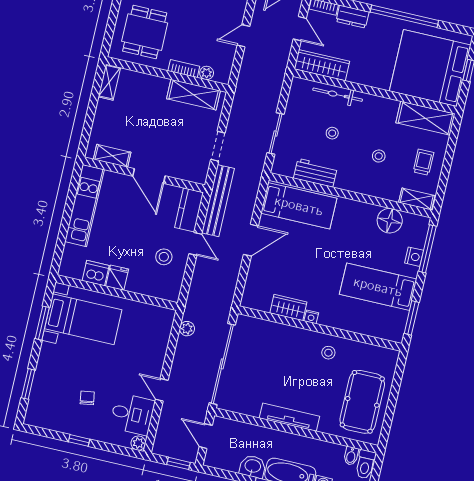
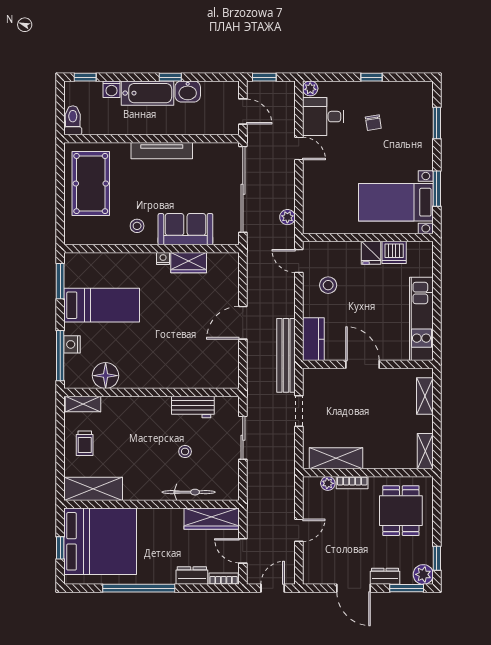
shelving: (112, 156) -> (425, 396), moved, turned 90
stool: (379, 156) -> (132, 439), removed
bed: (299, 206) -> (202, 369), removed
door: (195, 244) -> (299, 261), moved
sofa: (284, 339) -> (185, 229), added
bidet: (351, 456) -> (89, 126), removed

